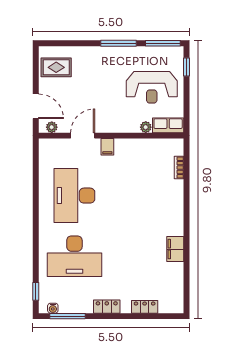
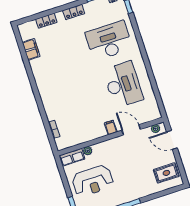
reception desk: (152, 87) -> (93, 181), turned 180
door: (83, 136) -> (131, 130), swing flipped
filing cabinet: (175, 249) -> (31, 49), moved

